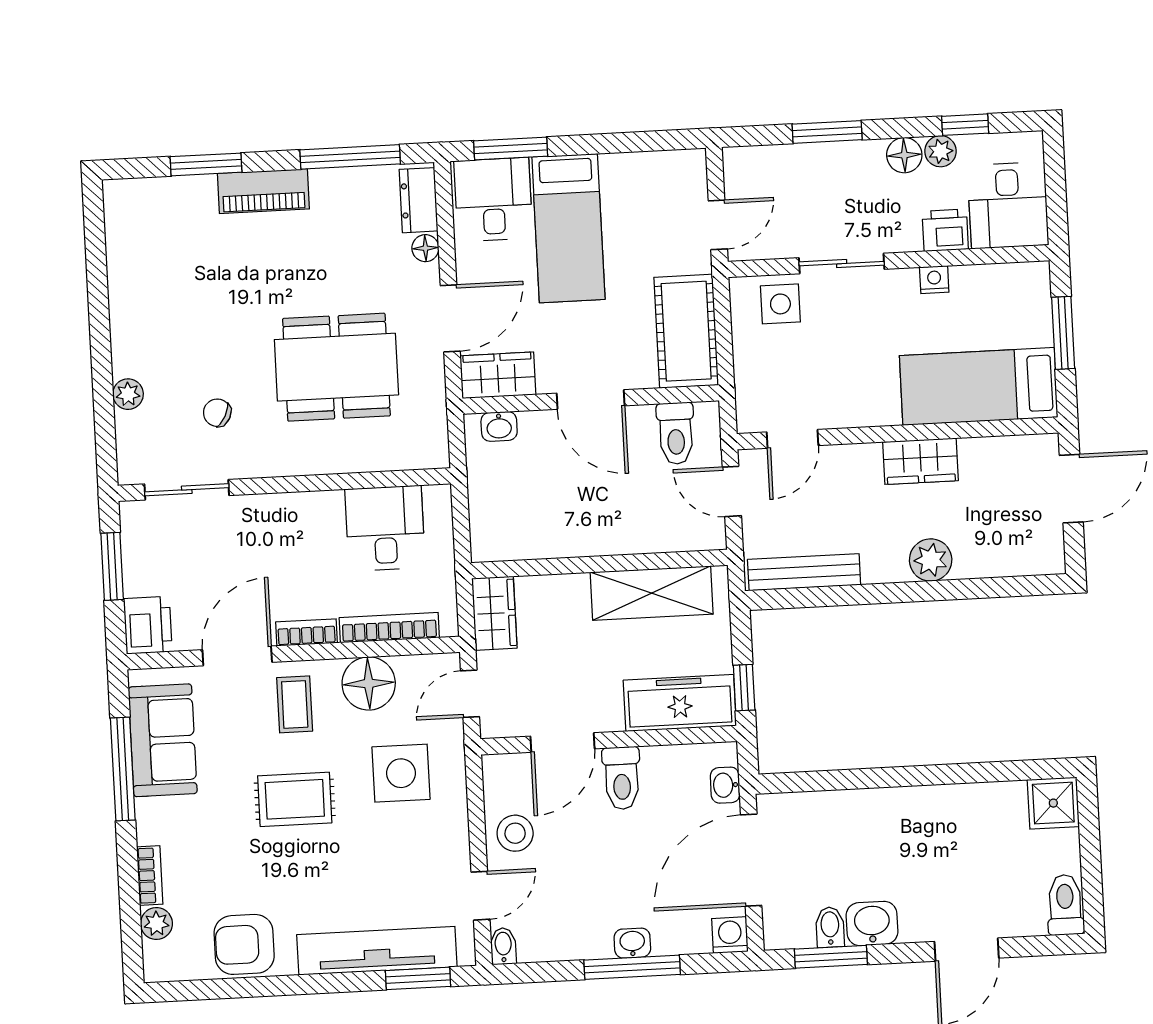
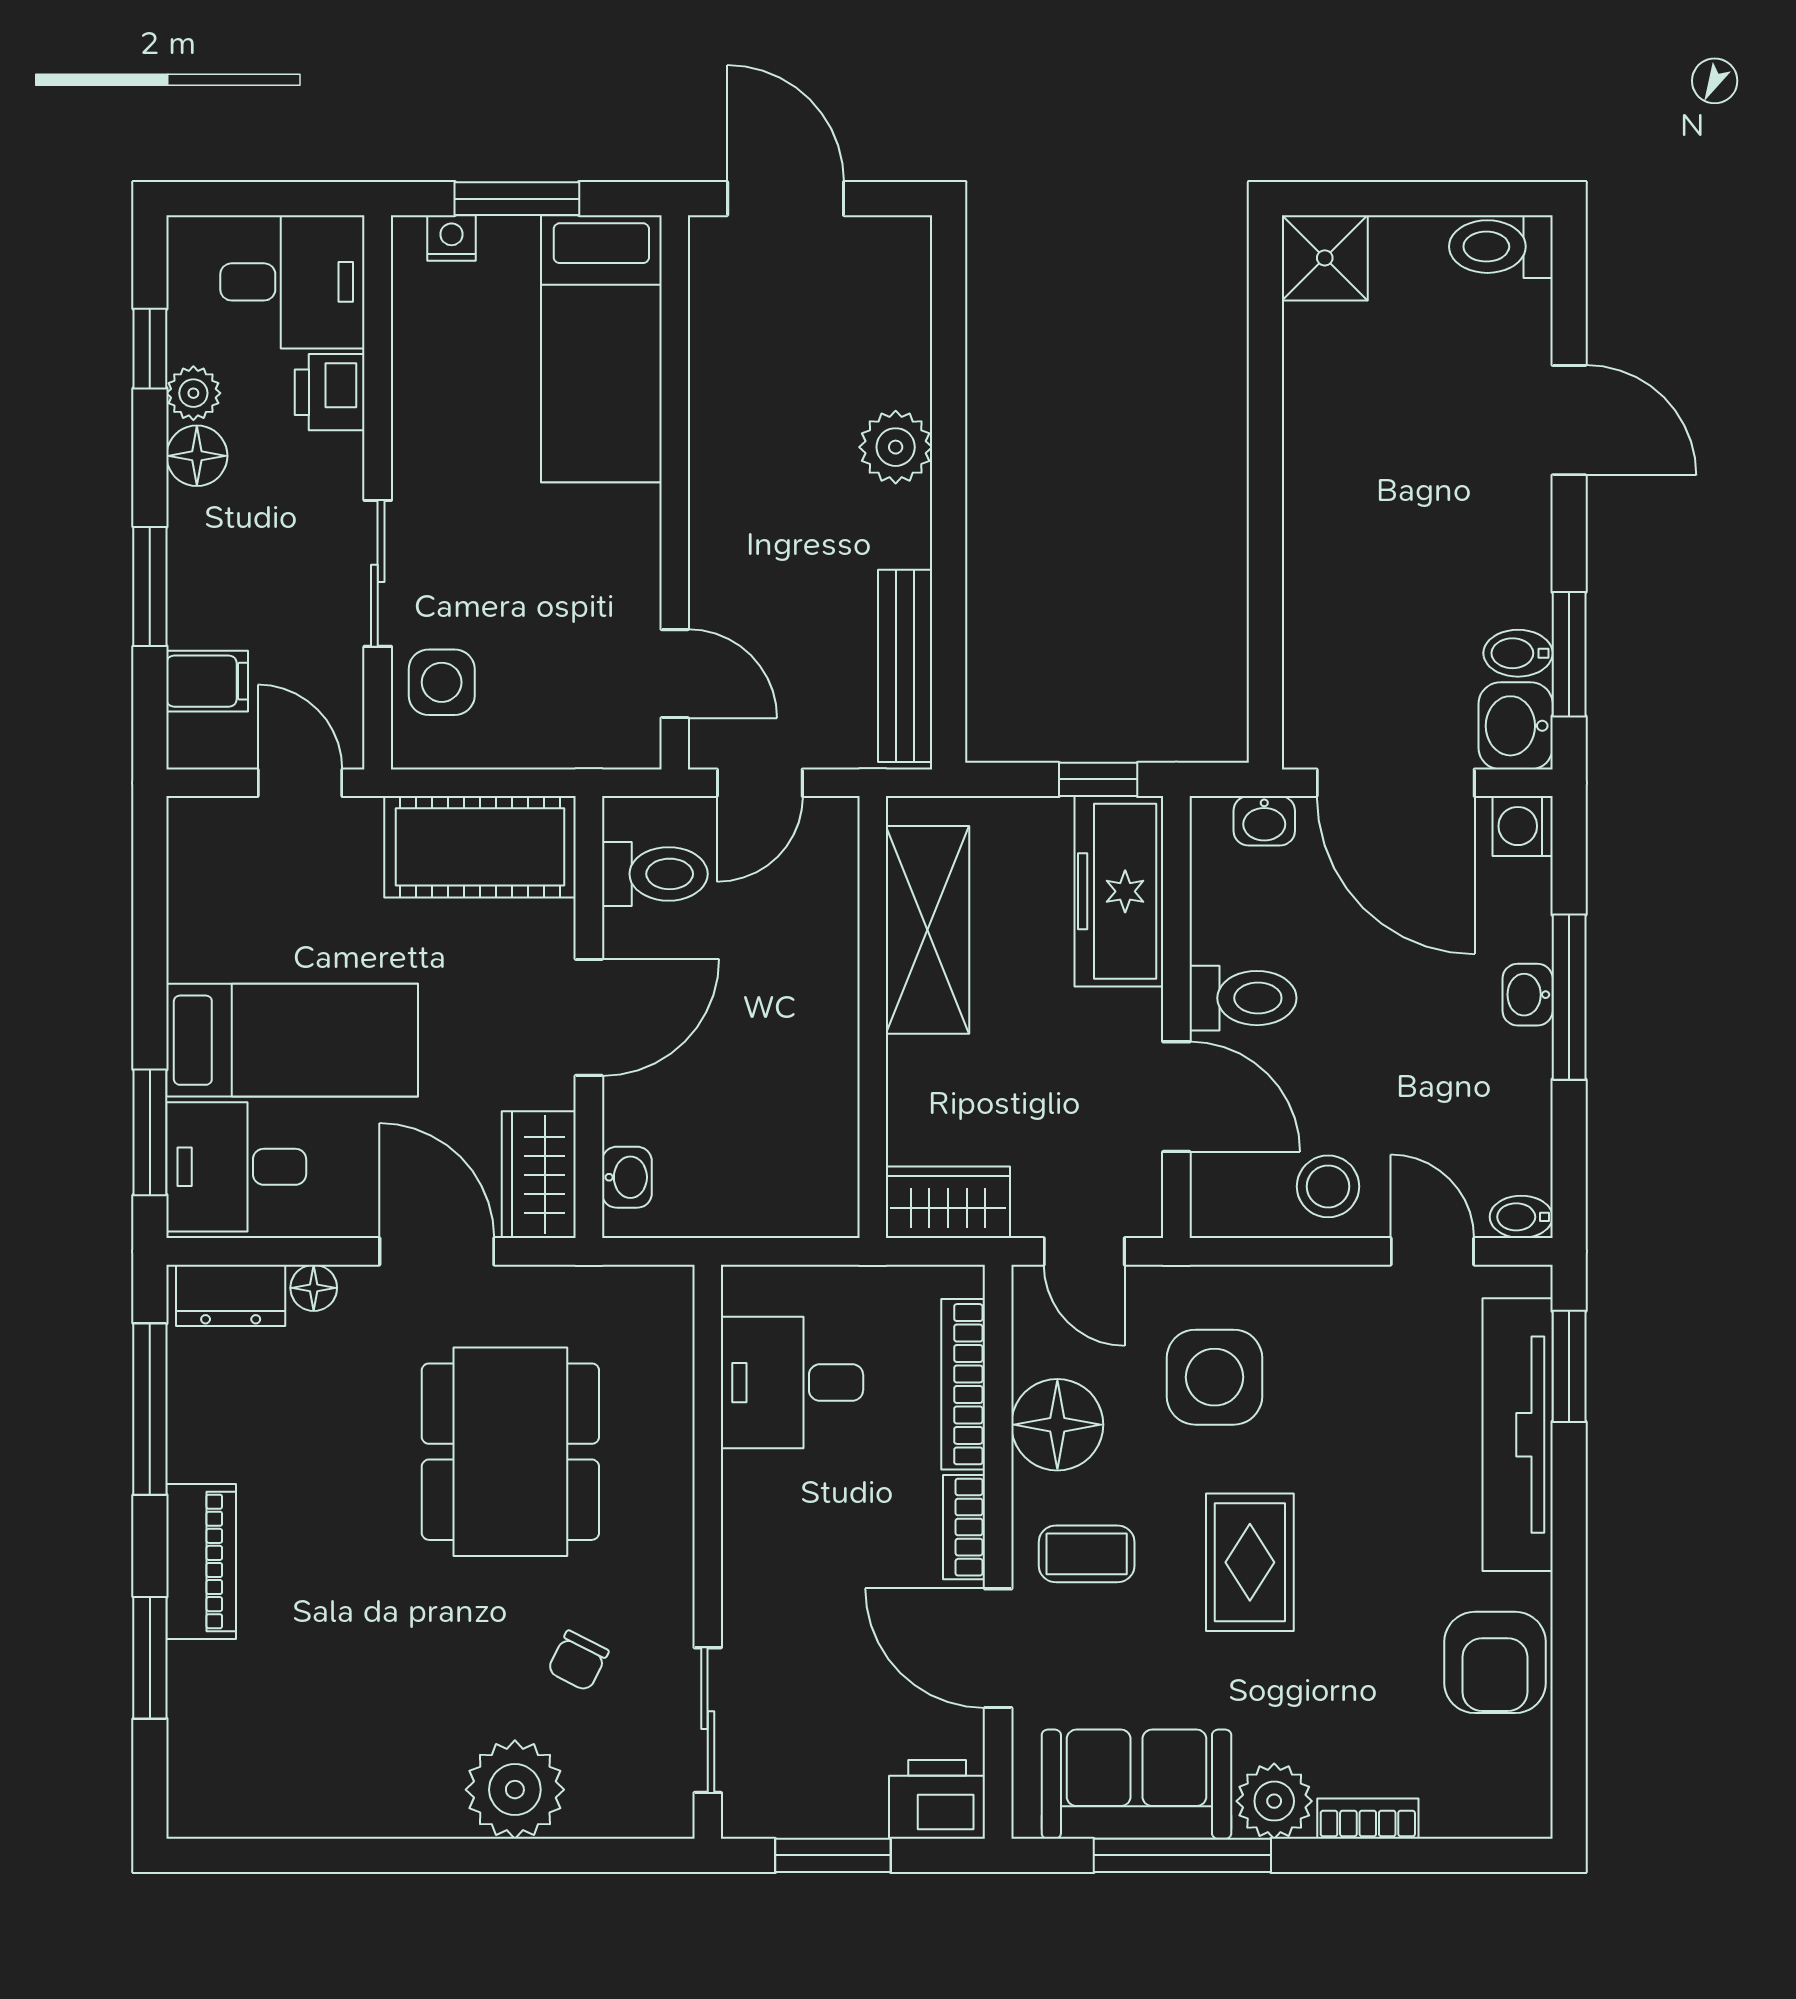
filing cabinet: (774, 168) -> (207, 681), added
nightstand: (934, 280) -> (452, 238), moved, turned 90
plant: (128, 394) -> (515, 1790), width x1.87, depth x1.87
wardrobe: (920, 461) -> (725, 456), removed
plant: (156, 924) -> (1274, 1801), moved, width x1.38, depth x1.38
washbasin: (872, 924) -> (1516, 726), moved

